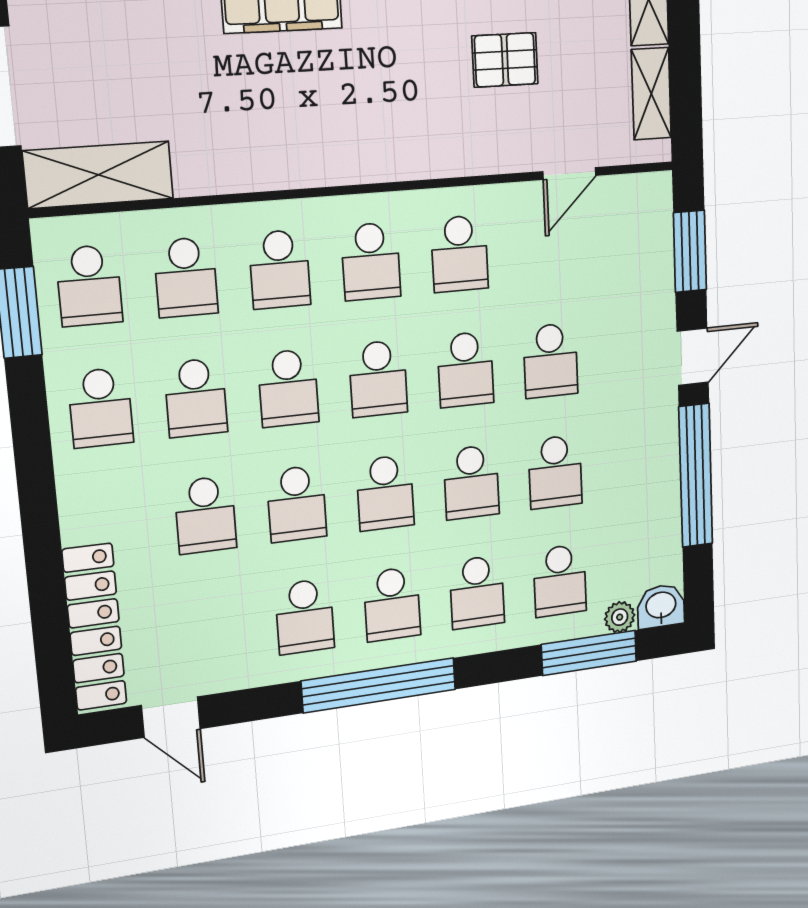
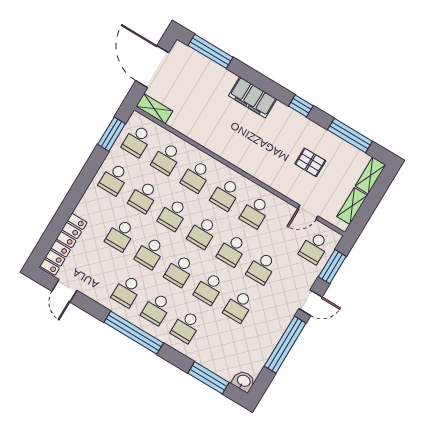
shelving: (99, 175) -> (154, 109), width x0.67, depth x0.75
school desk: (560, 580) -> (314, 248), moved
plant: (620, 617) -> (227, 374), removed

